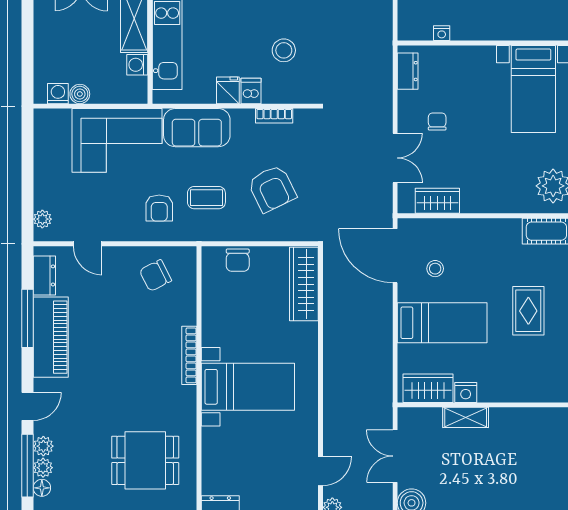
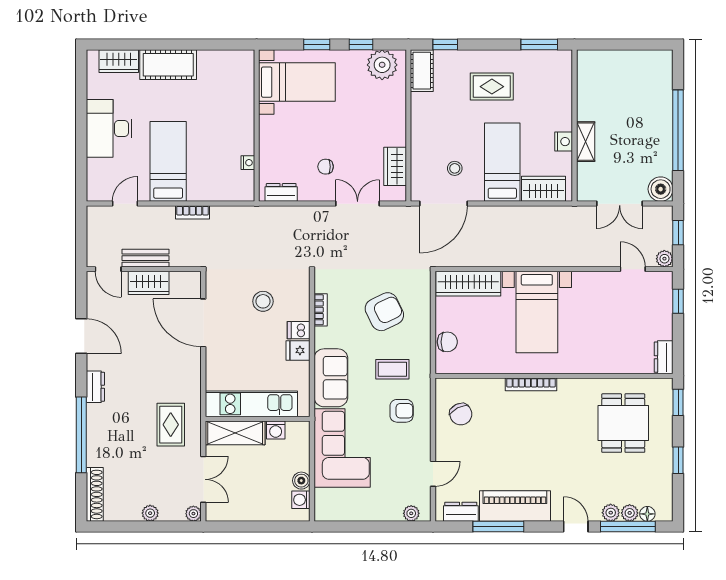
coffee table: (206, 198) -> (392, 369), turned 90
bed with nightstands: (248, 387) -> (537, 312), moved, turned 180
wardrobe: (428, 388) -> (543, 189), moved, turned 90

